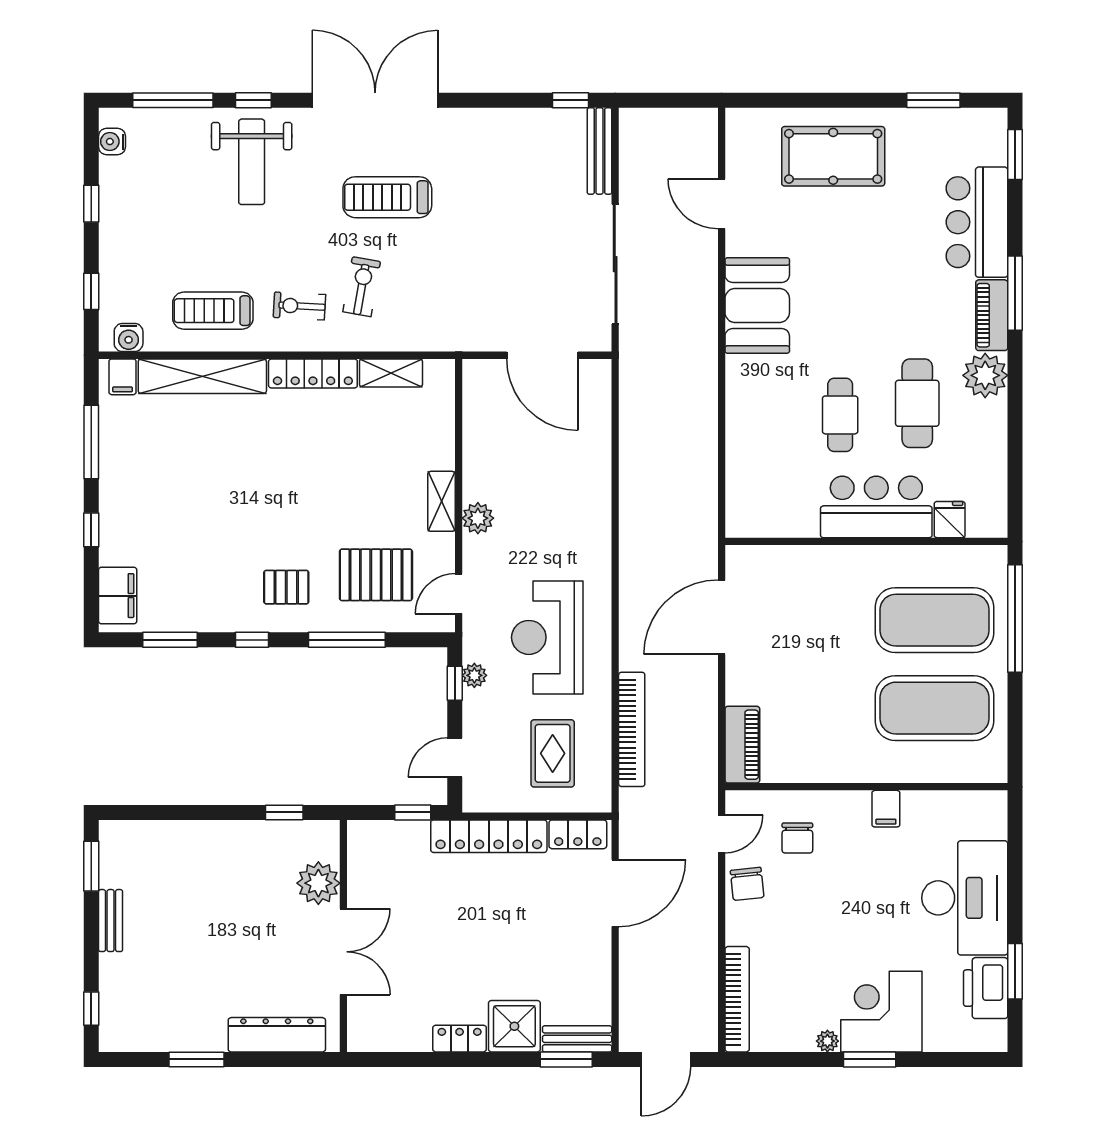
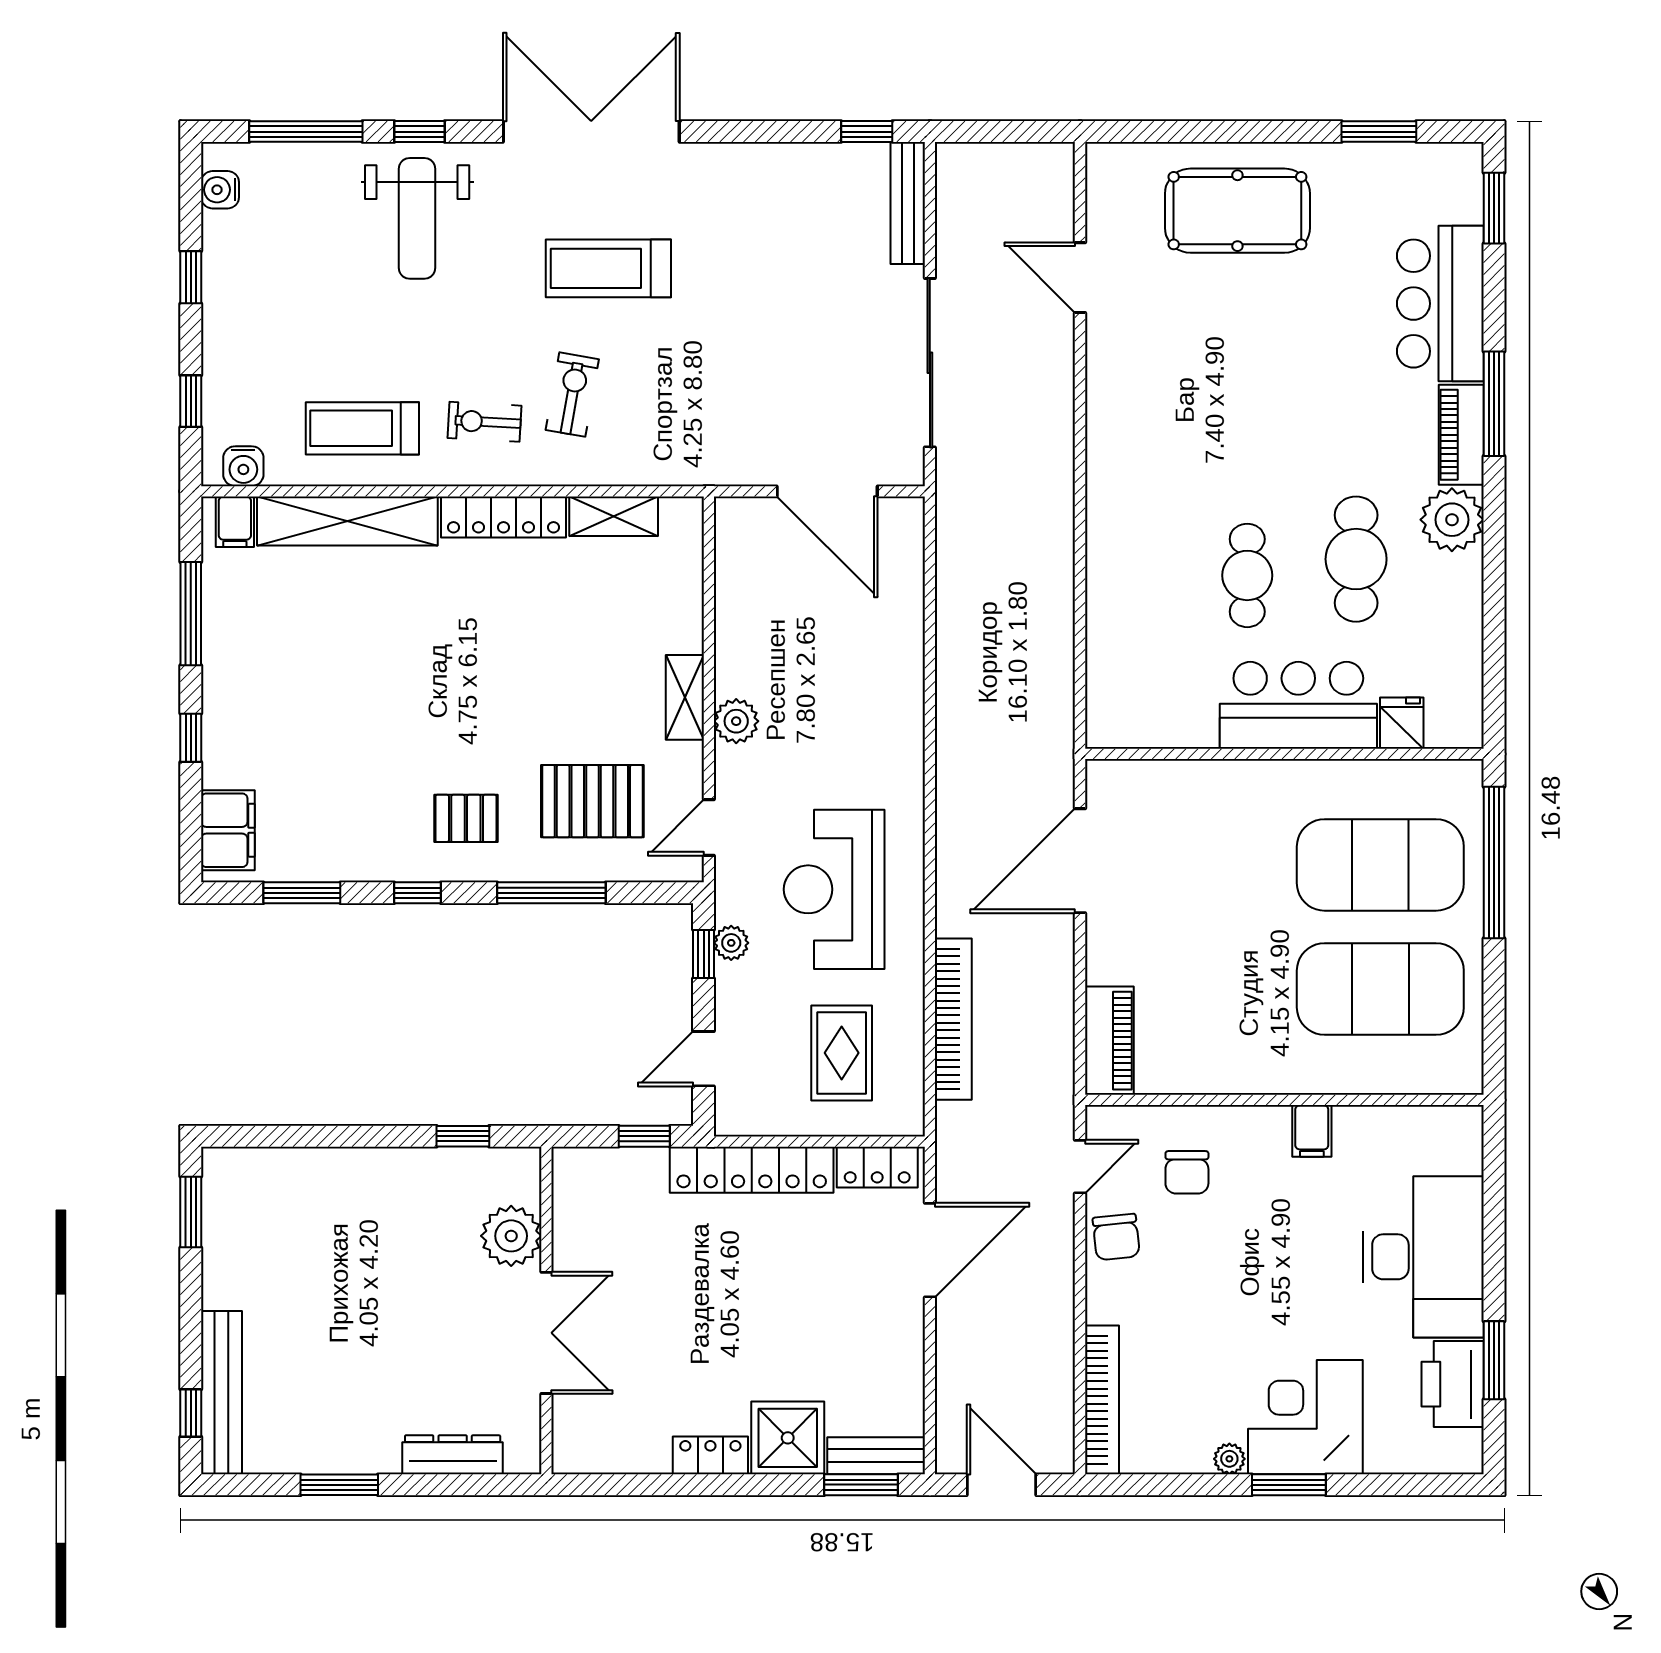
booth: (757, 306) -> (1130, 421), removed
bench: (111, 921) -> (222, 1393), moved, width x1.86, depth x1.21
dresser: (277, 1035) -> (453, 1455), width x0.73, depth x0.80
door: (666, 1059) -> (1001, 1485), swing flipped

